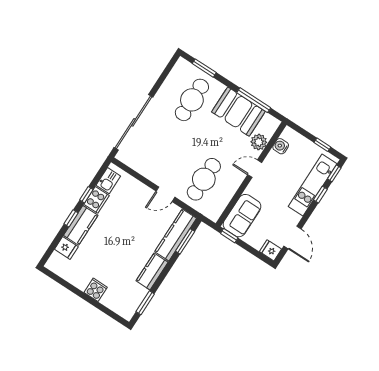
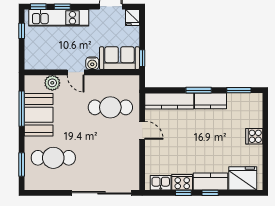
water cooler: (281, 146) -> (92, 63), moved
window: (185, 241) -> (199, 90), moved
fridge: (66, 248) -> (243, 178), width x1.88, depth x1.34

